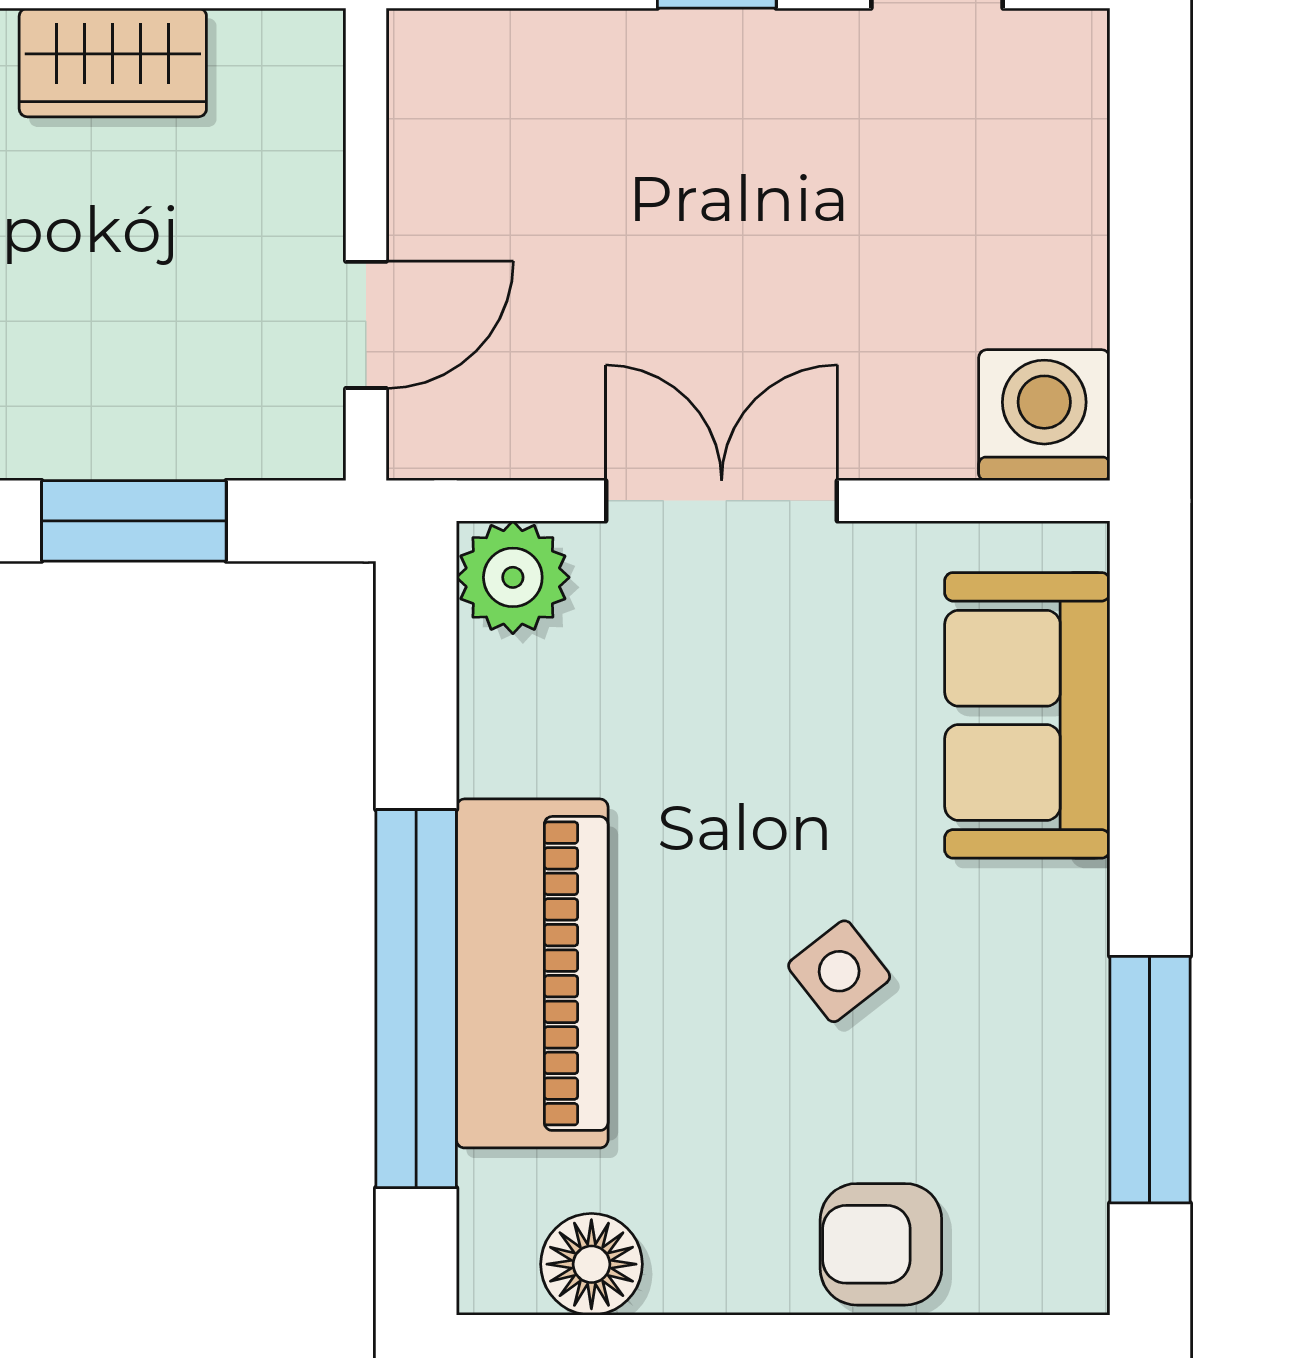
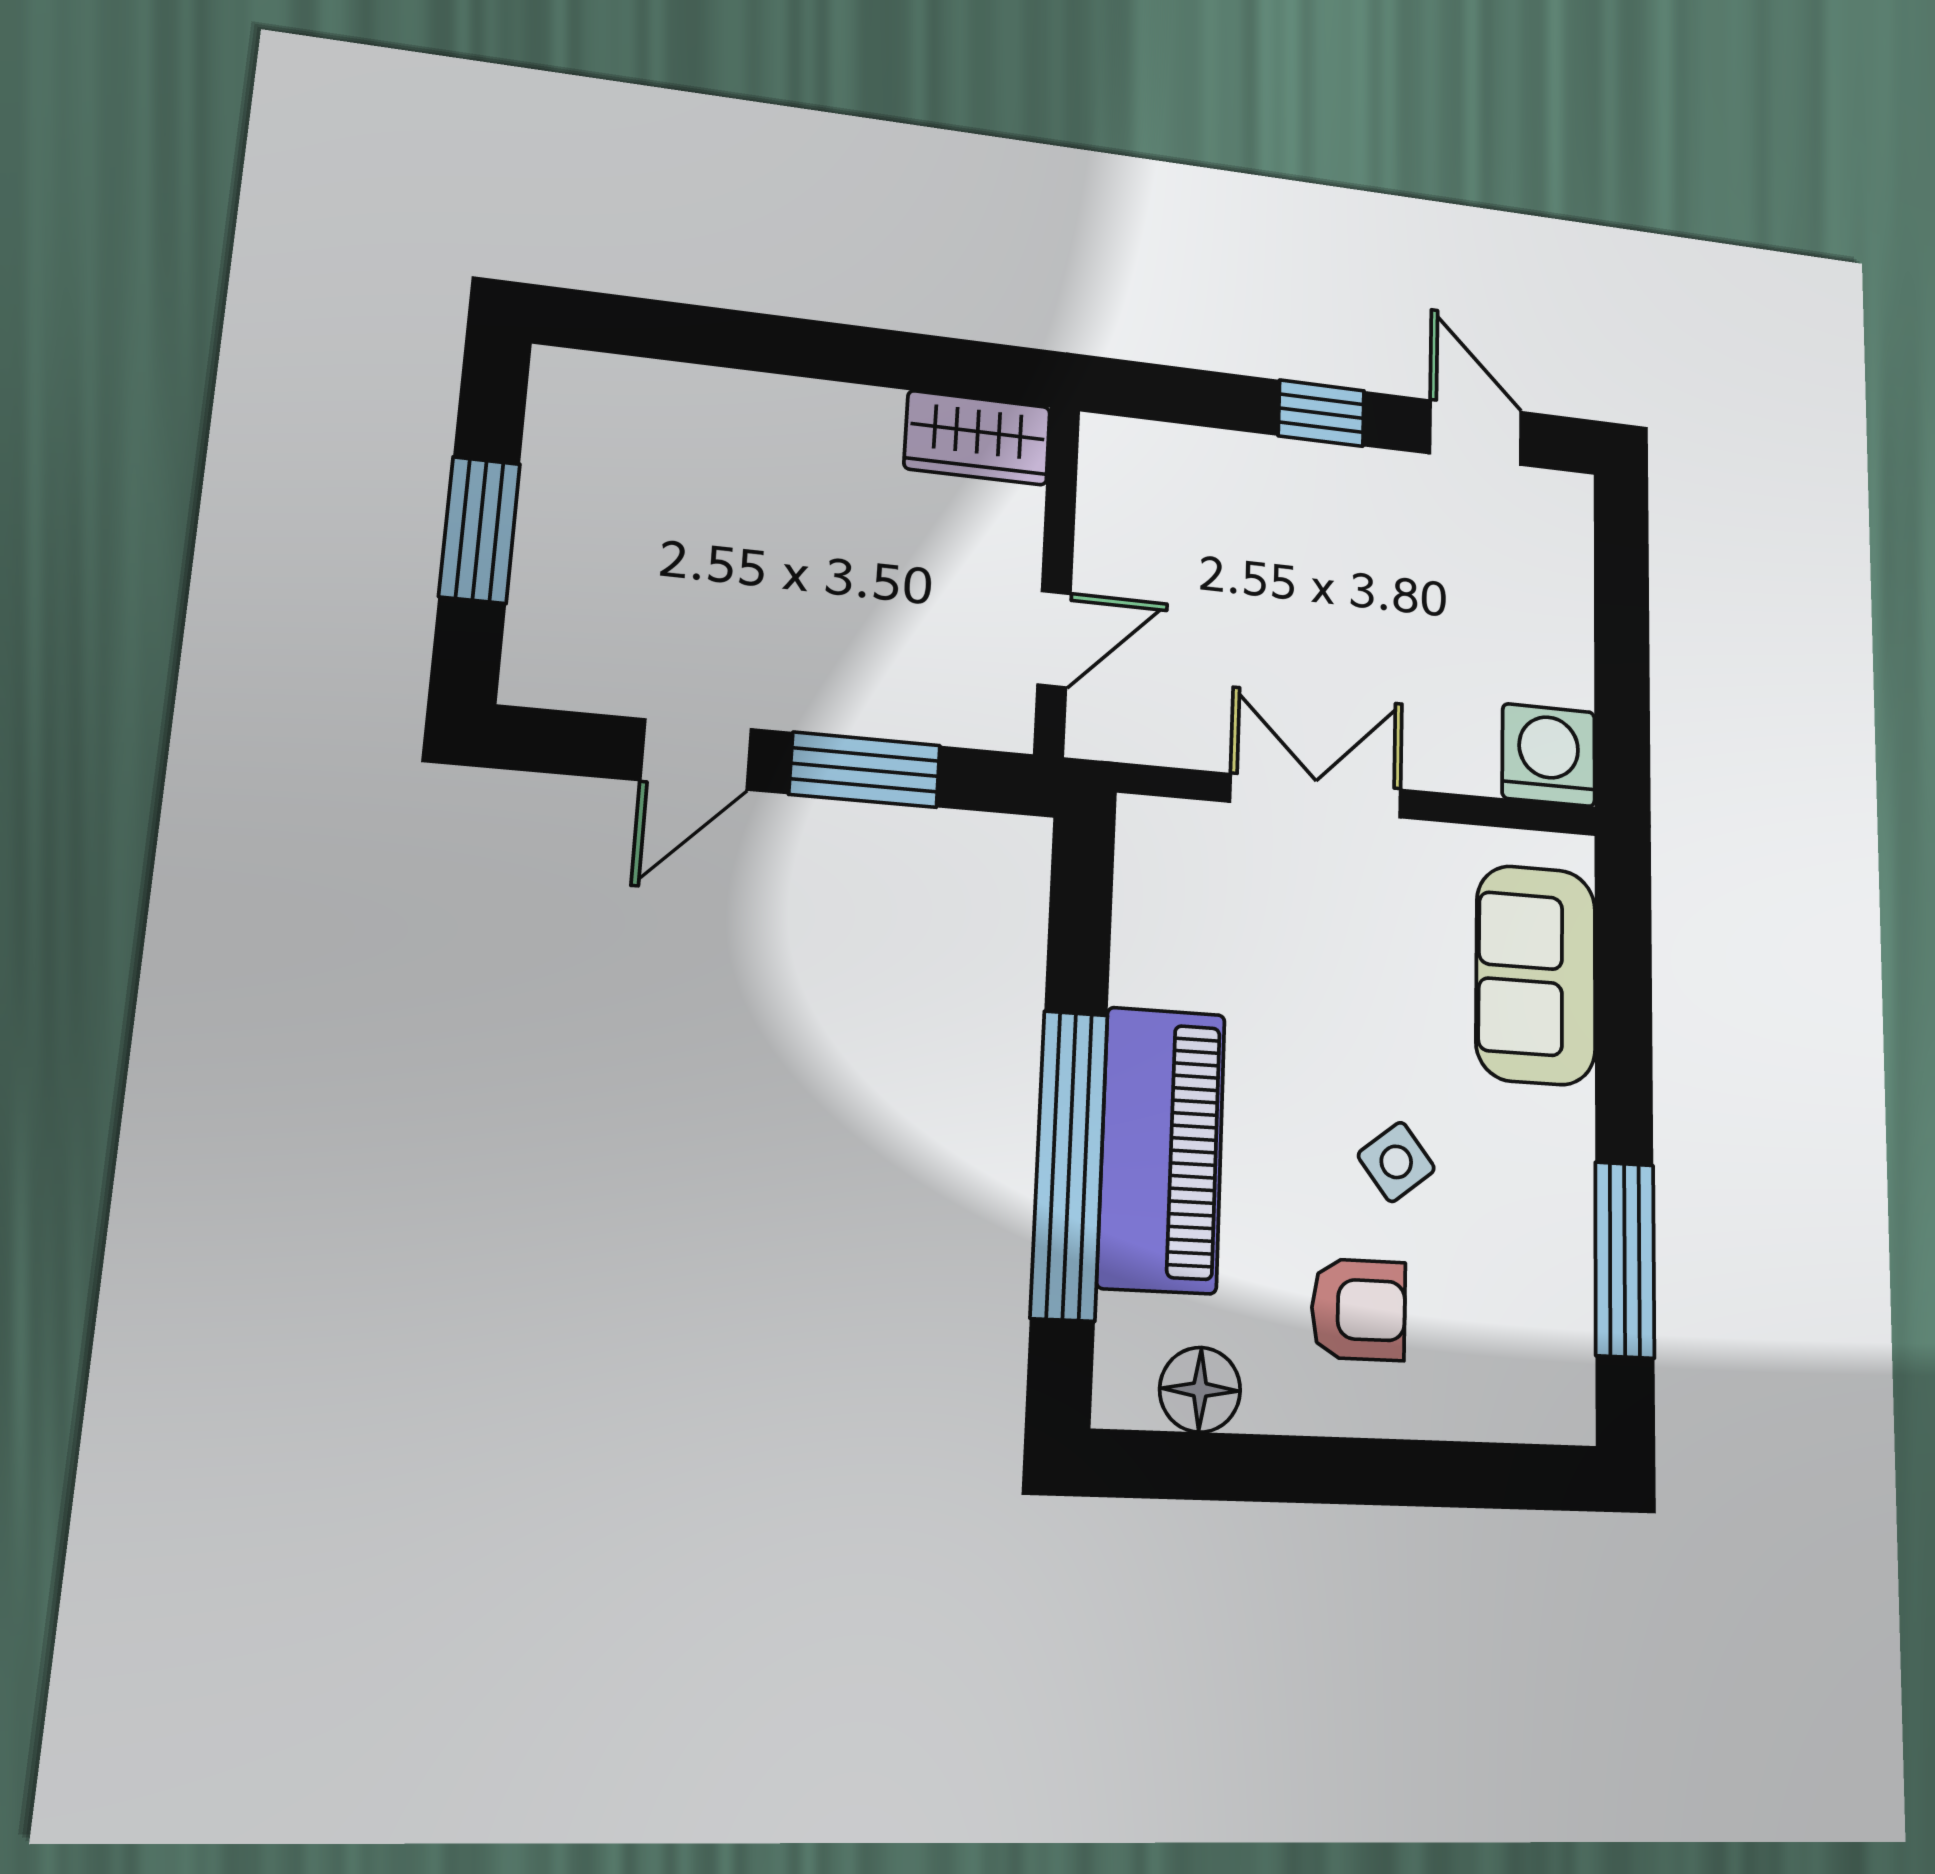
wardrobe: (113, 63) -> (977, 438), moved
plant: (513, 577) -> (1158, 839), removed
armchair: (881, 1244) -> (1358, 1310), moved, turned 180

